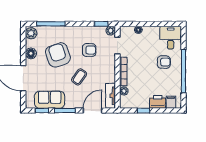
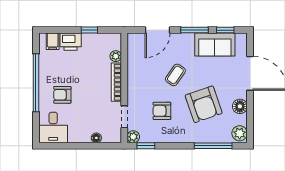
tv unit: (110, 96) -> (134, 50), removed

